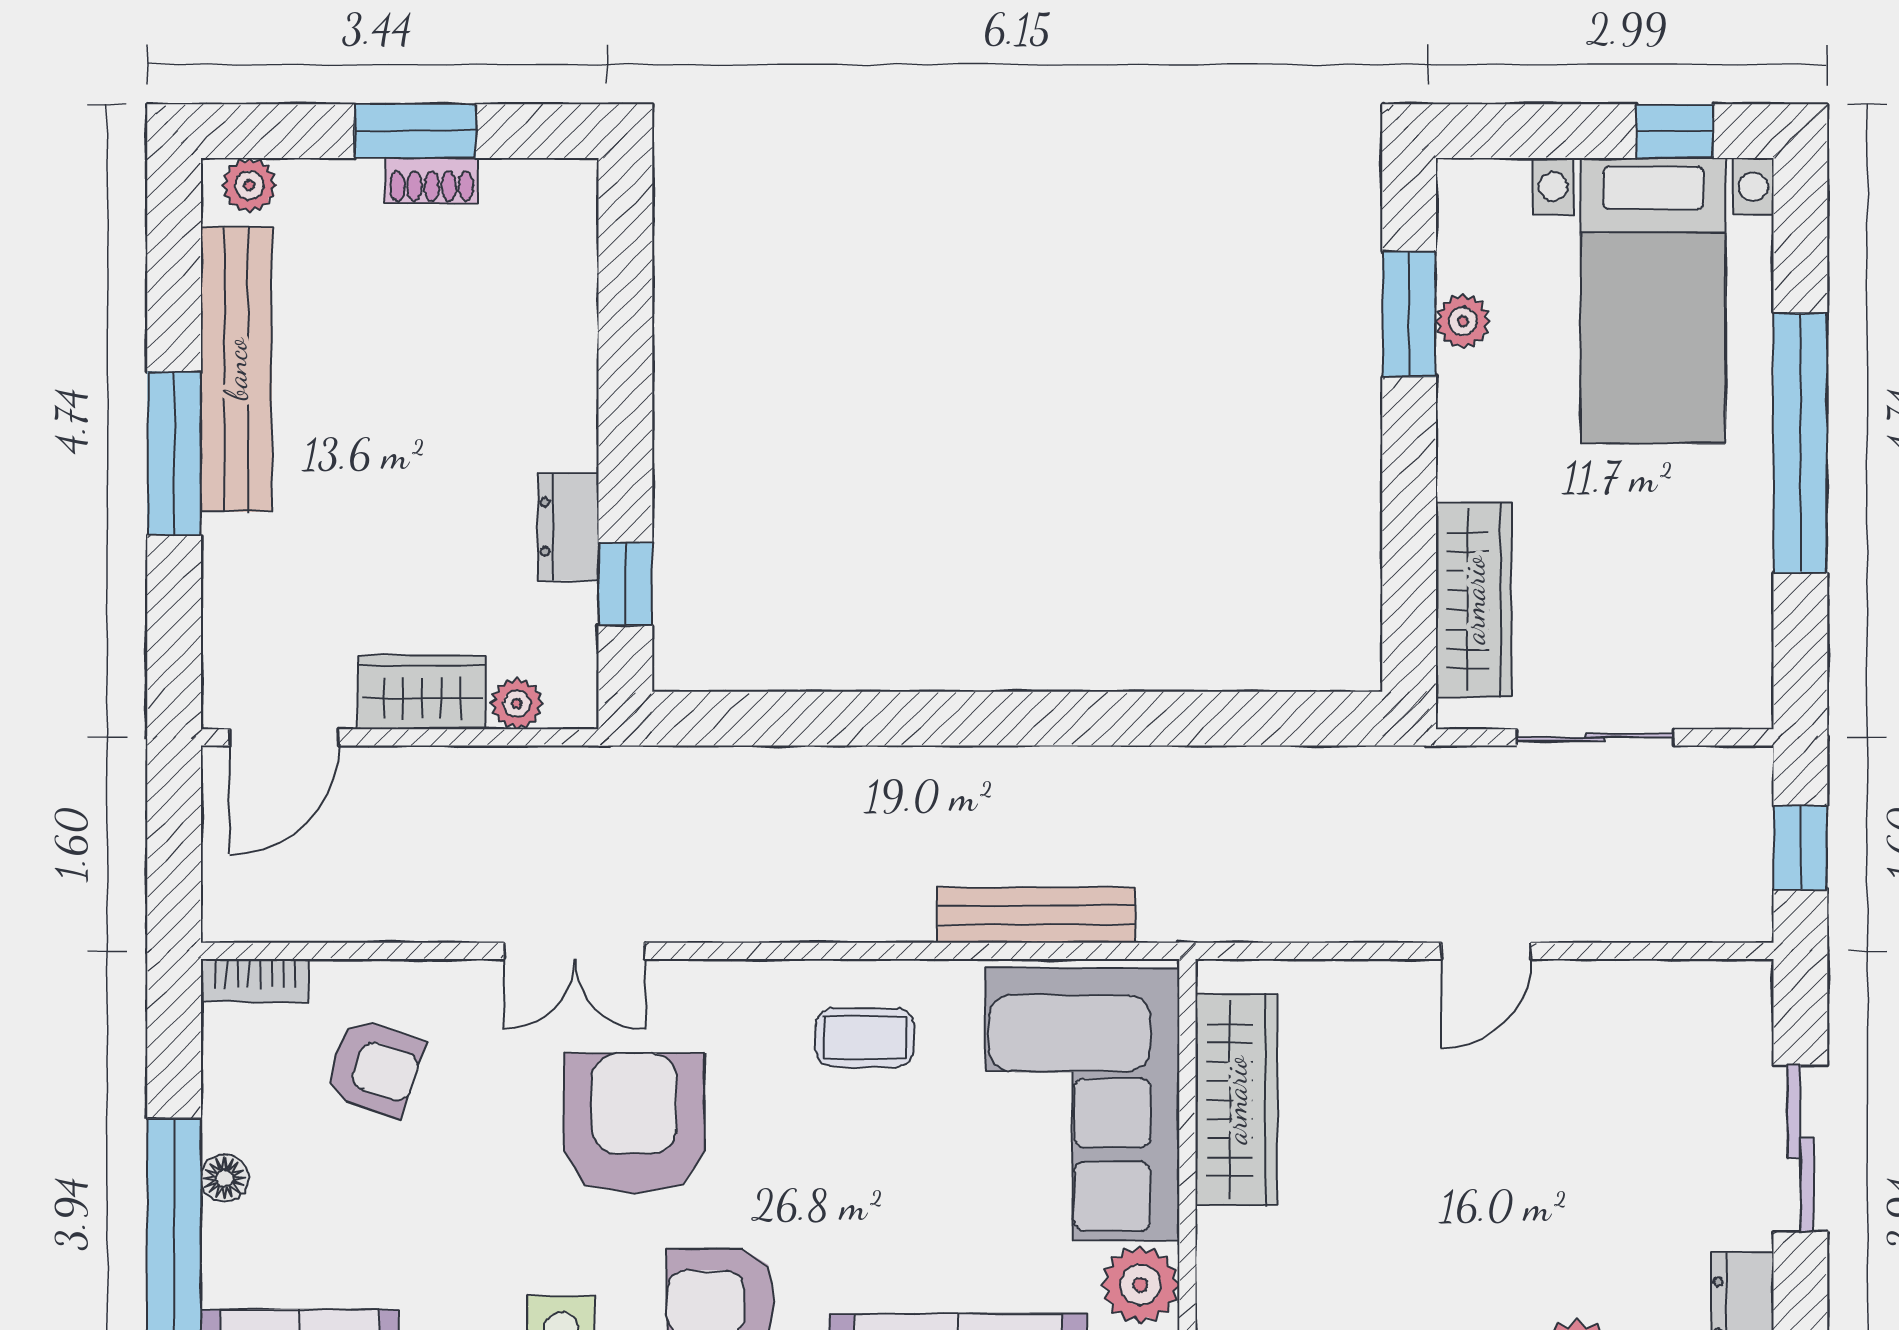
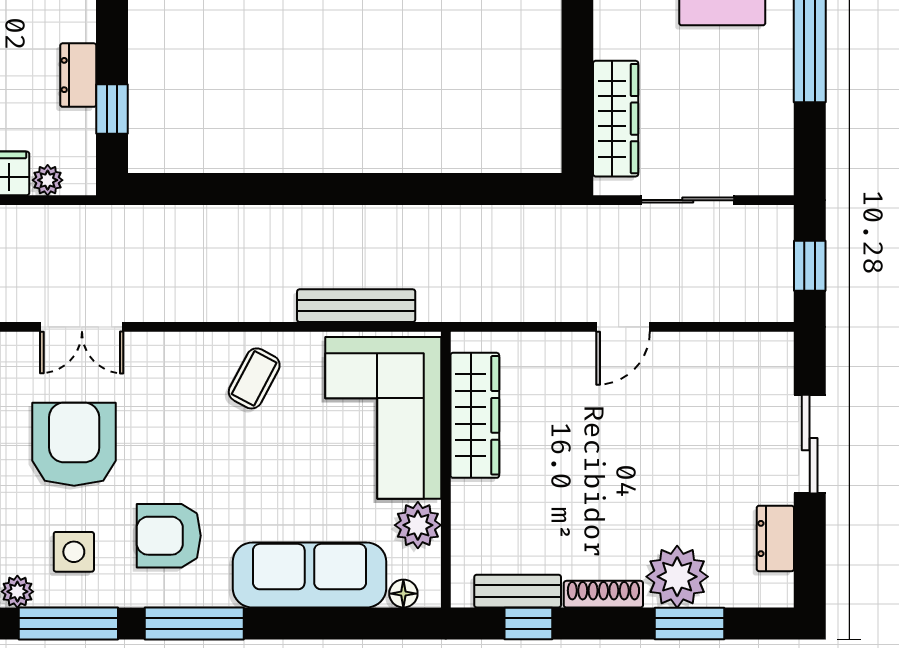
coffee table: (865, 1038) -> (254, 378), turned -62
armchair: (634, 1123) -> (74, 444), moved

